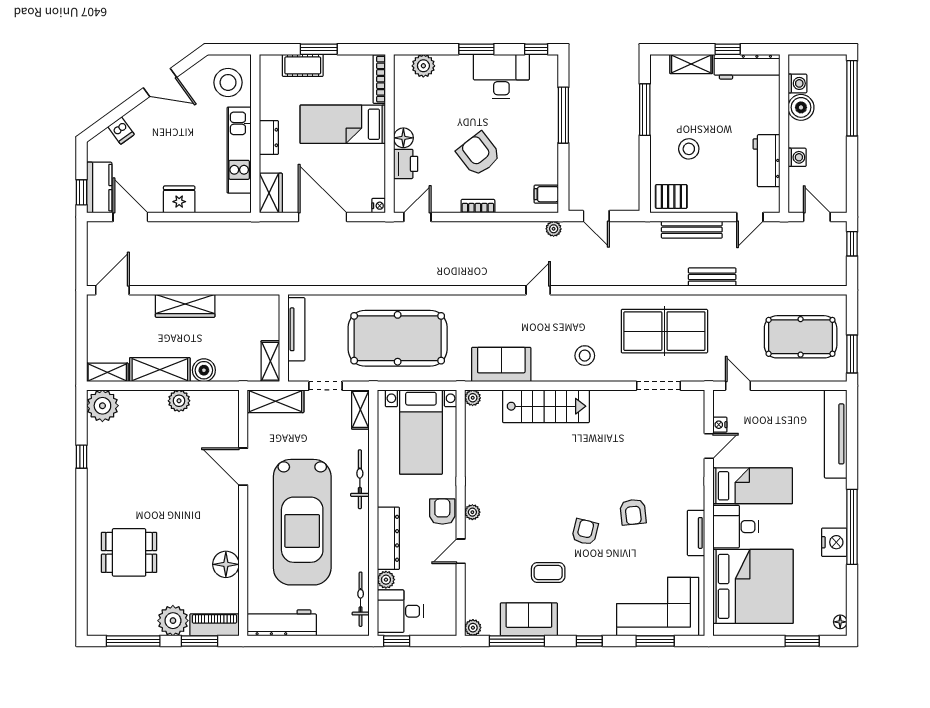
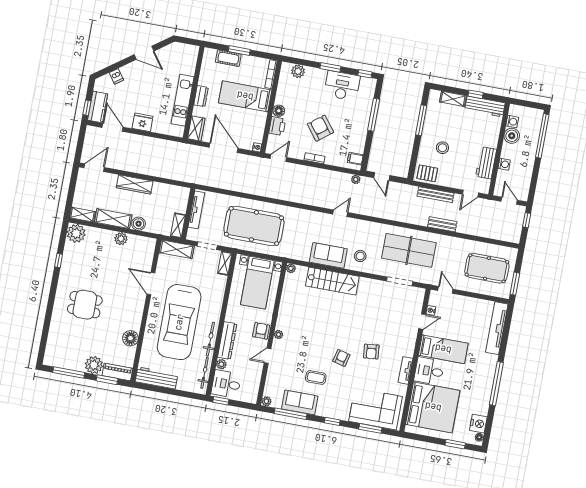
stool: (228, 82) -> (183, 60), removed
sofa: (501, 365) -> (328, 255), moved
bicycle: (360, 479) -> (210, 339), moved
nightstand: (834, 542) -> (478, 424), moved
dining table: (129, 552) -> (85, 305), moved

